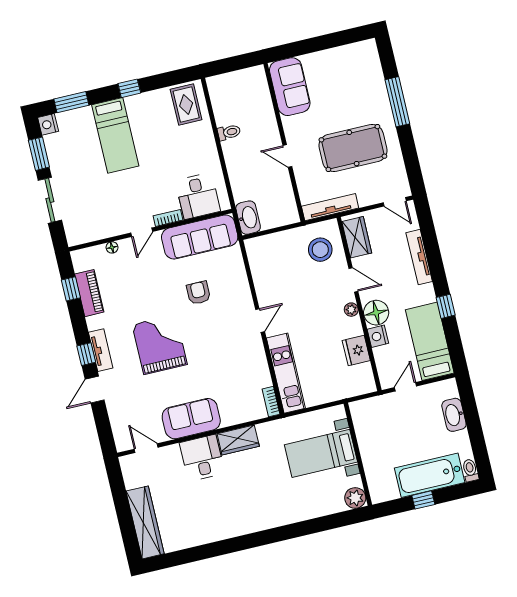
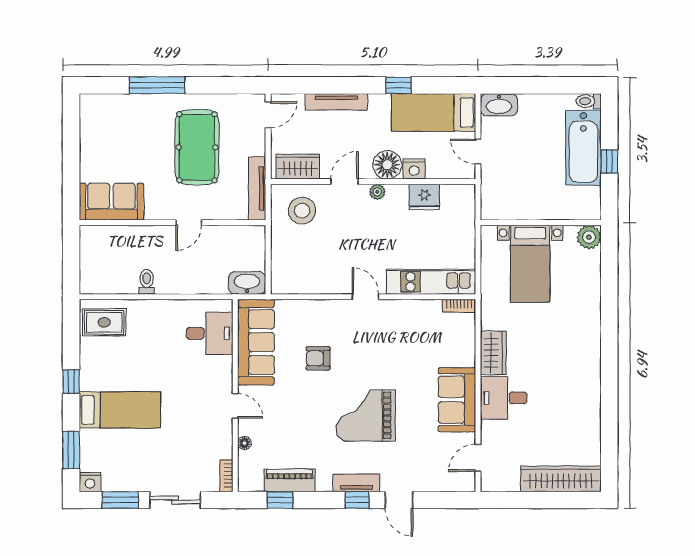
bookcase: (168, 218) -> (226, 476), moved
washbasin: (454, 415) -> (499, 105), moved

